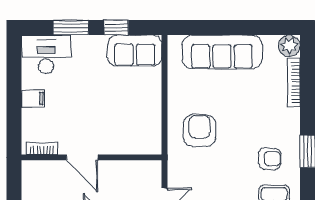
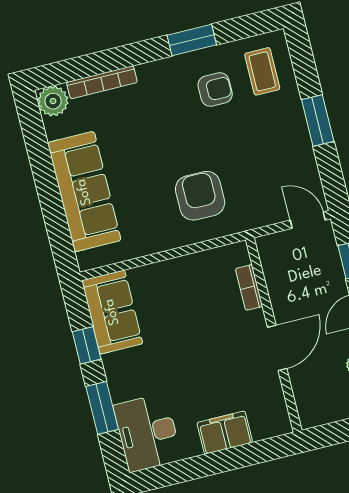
filing cabinet: (33, 99) -> (225, 433), width x2.00
armchair: (199, 131) -> (200, 196), turned 90
bookcase: (42, 148) -> (249, 287), moved
armchair: (270, 159) -> (215, 90), turned 90

